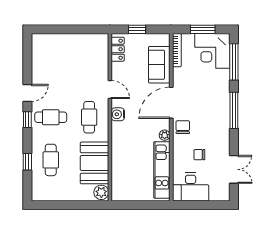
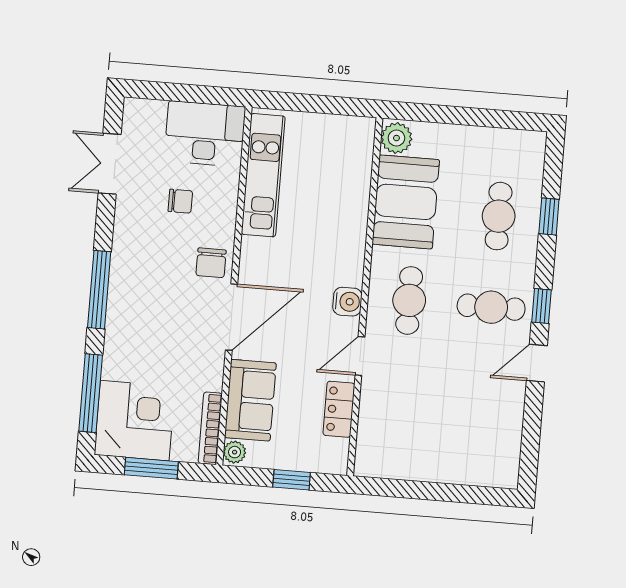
locker: (118, 49) -> (339, 409), moved
door: (110, 90) -> (360, 356), hinge flipped
plant: (165, 135) -> (235, 452), moved

